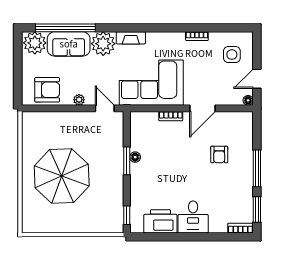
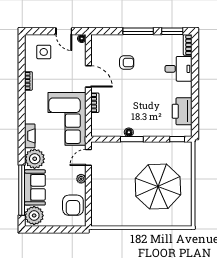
armchair: (47, 90) -> (73, 205), turned 180
parasol: (62, 176) -> (158, 187), moved
desk: (193, 217) -> (178, 69), moved

